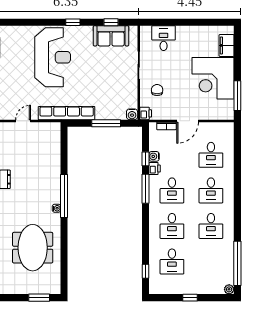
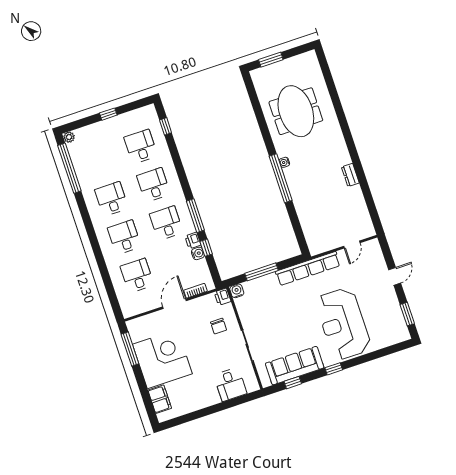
sofa: (111, 36) -> (295, 366), width x1.36

